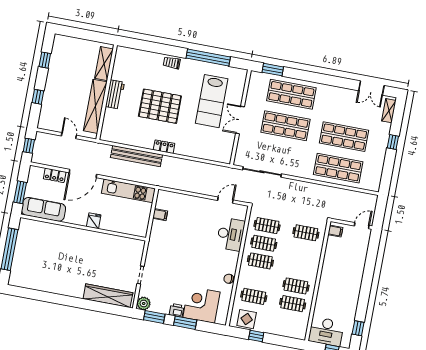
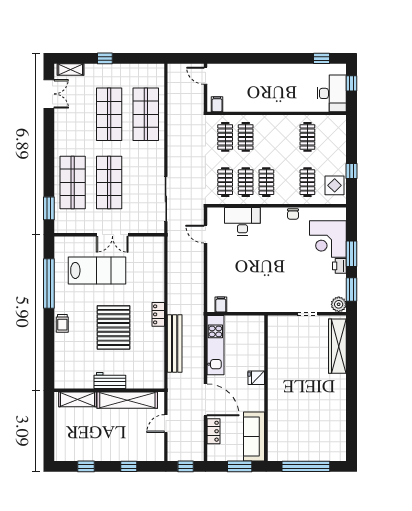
filing cabinet: (160, 215) -> (221, 305), moved
clothes rail: (296, 286) -> (246, 137), moved

